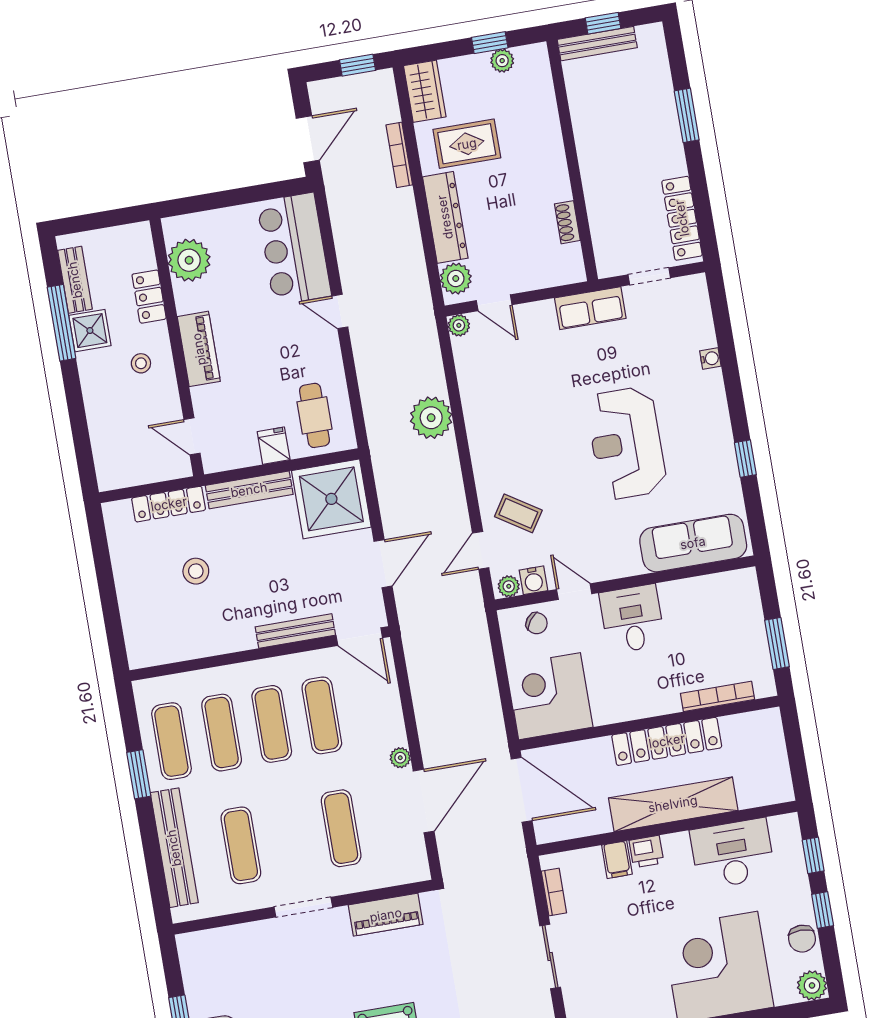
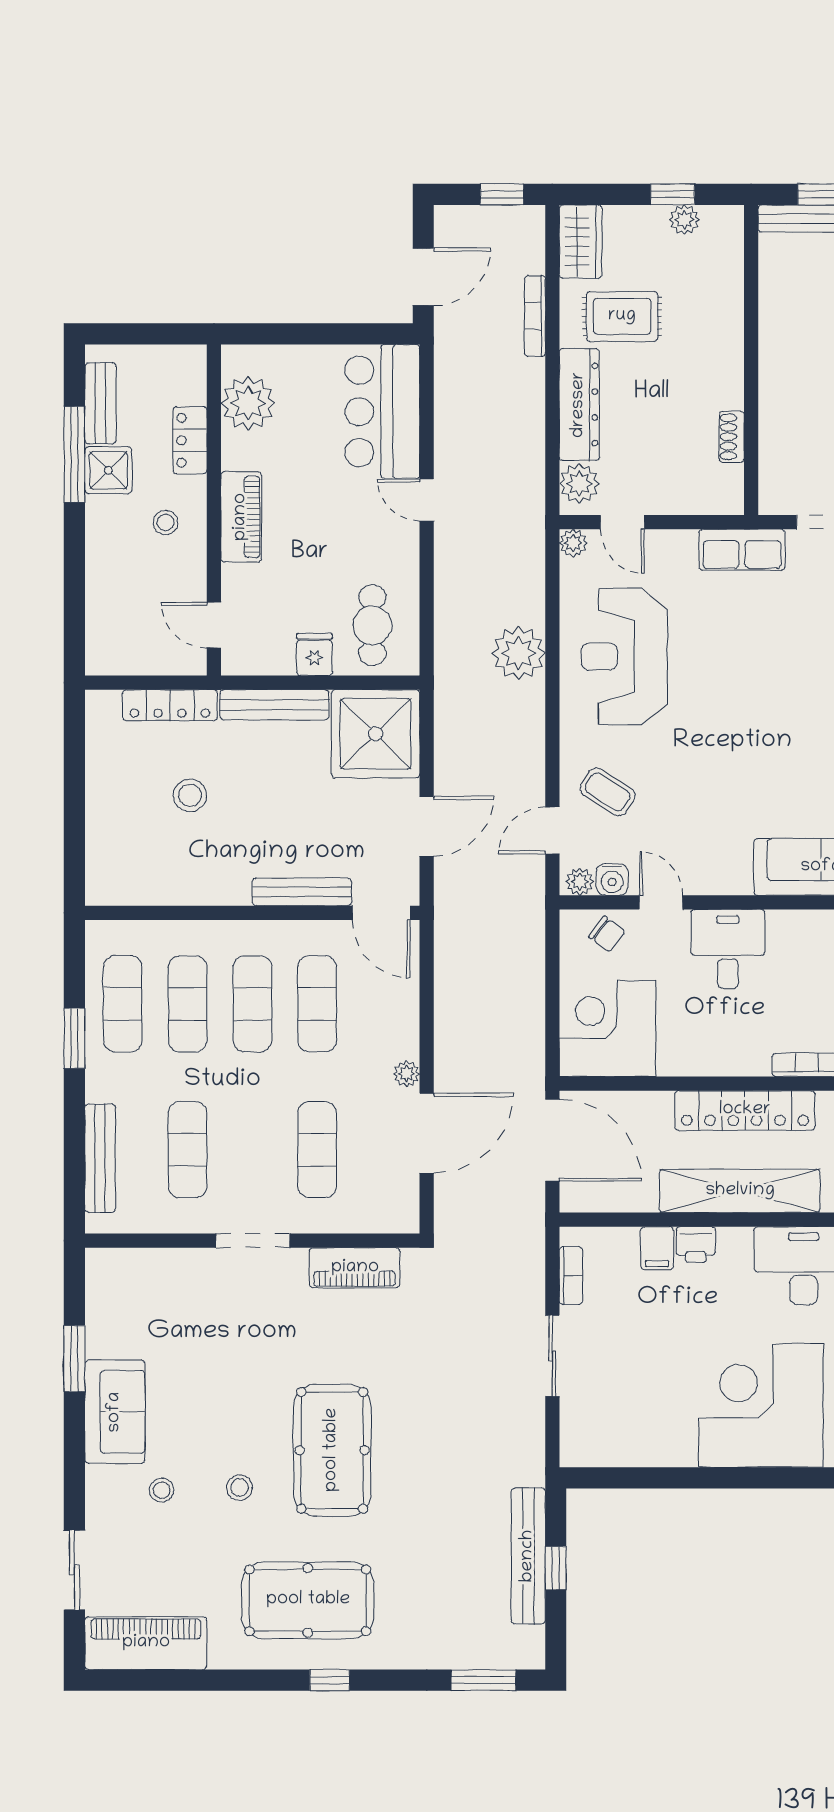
reception desk: (626, 443) -> (624, 657), moved
bench: (174, 848) -> (100, 1158), width x0.73, depth x0.82

